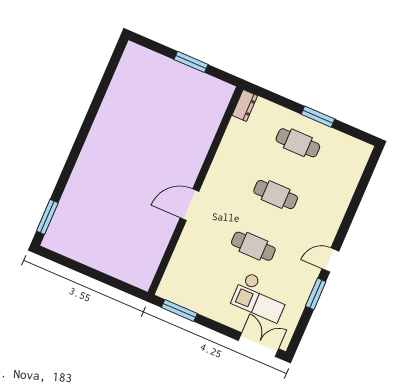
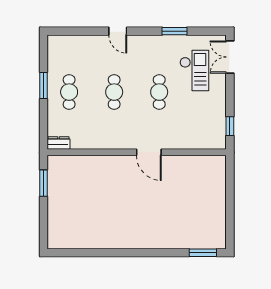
window: (191, 62) -> (43, 183), moved
door: (330, 260) -> (118, 31), moved
window: (179, 310) -> (230, 126), width x0.67

